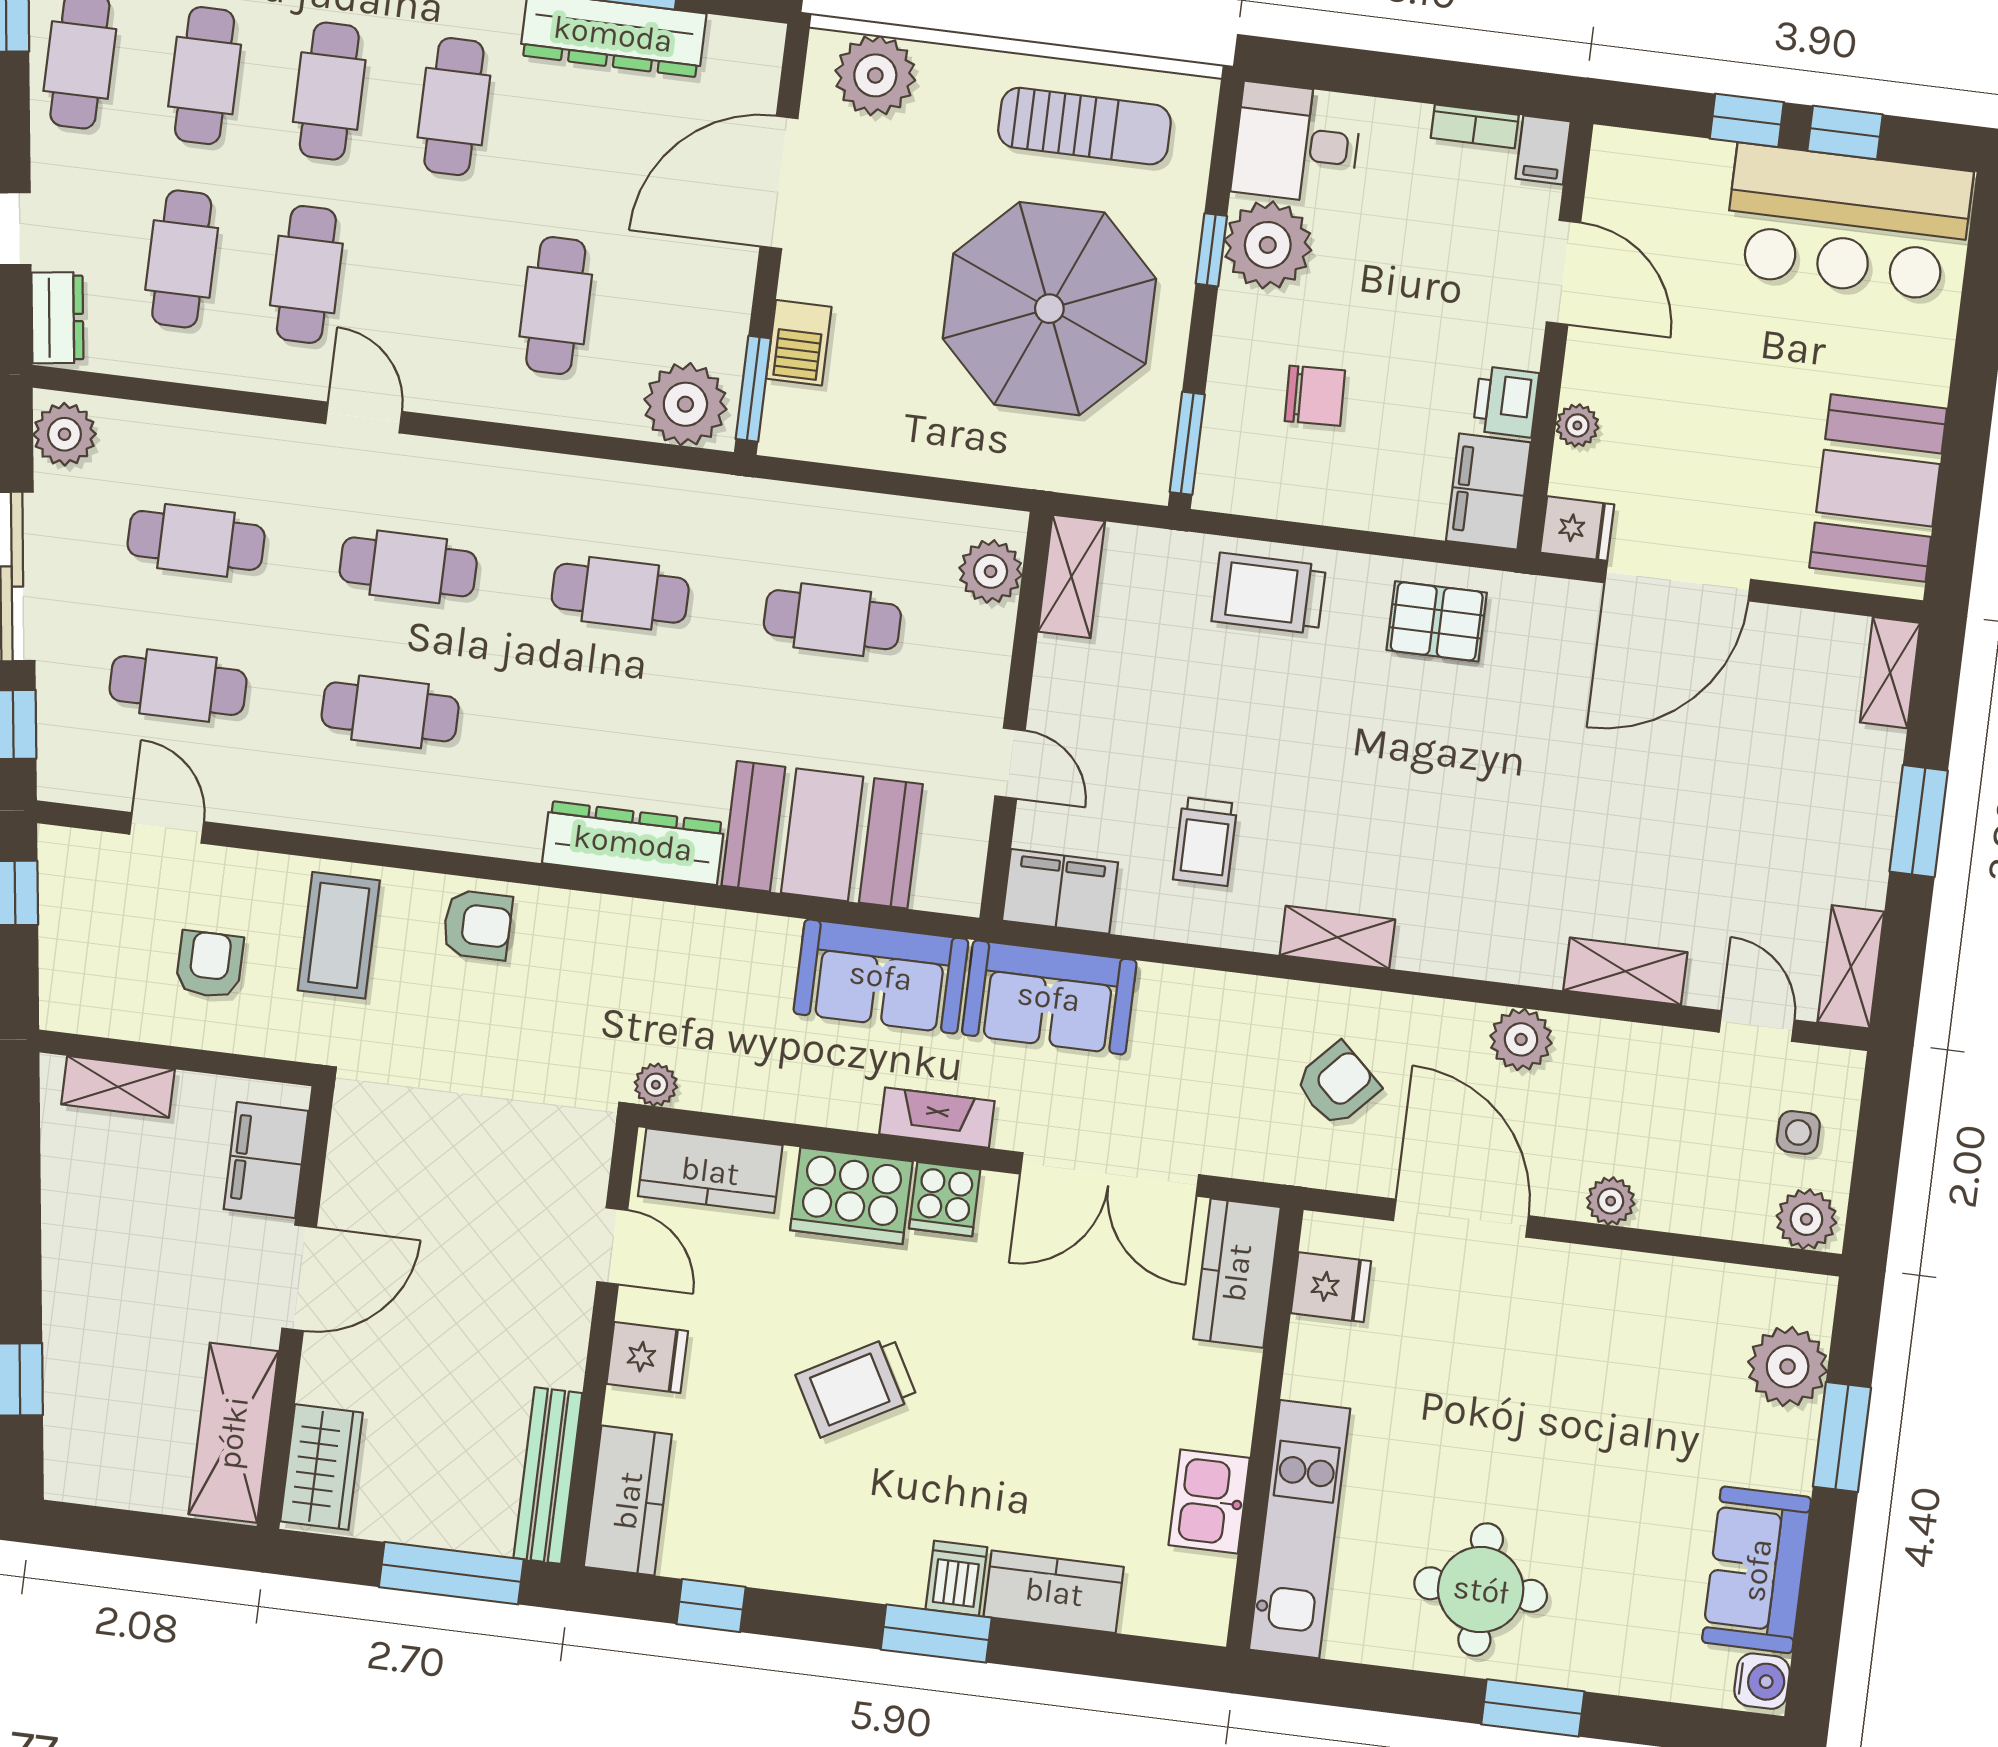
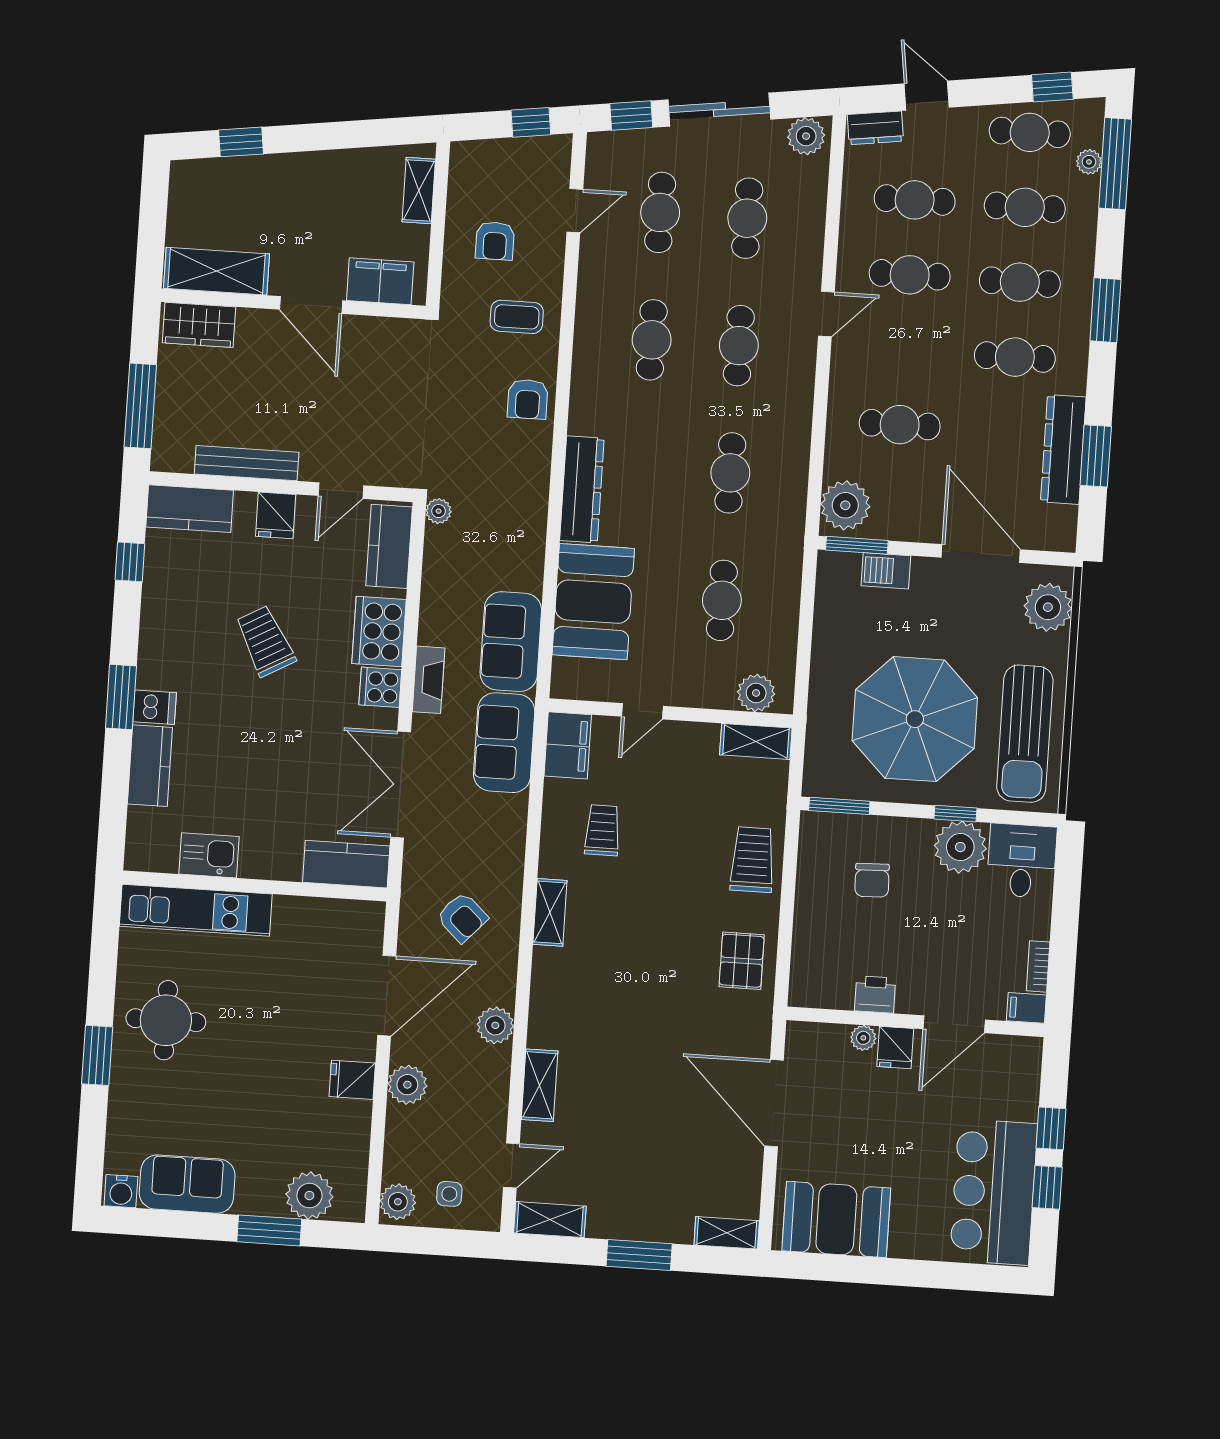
sun lounger: (1084, 126) -> (1025, 734), width x1.36, depth x1.34
filing cabinet: (1488, 492) -> (821, 987), removed
fridge: (1577, 528) -> (895, 1047), moved
trolley: (1205, 842) -> (602, 830), turned 90
coffee table: (339, 935) -> (517, 317), width x0.73, depth x0.77
armchair: (210, 964) -> (495, 241), turned 90
plant: (1611, 1201) -> (407, 1085), width x1.38, depth x1.38
fridge: (1331, 1287) -> (352, 1080), moved, turned 90
bench: (548, 1476) -> (247, 463), moved

